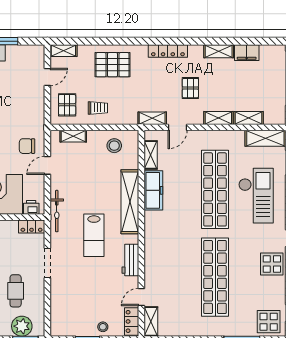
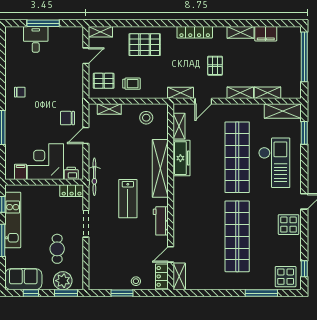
pallet: (67, 105) -> (104, 81), turned 90

